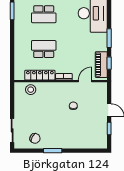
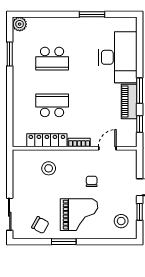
piano: (101, 65) -> (129, 101), moved
stool: (31, 90) -> (49, 168), moved
grand piano: (64, 131) -> (79, 215), added
stool: (95, 135) -> (121, 221), added

